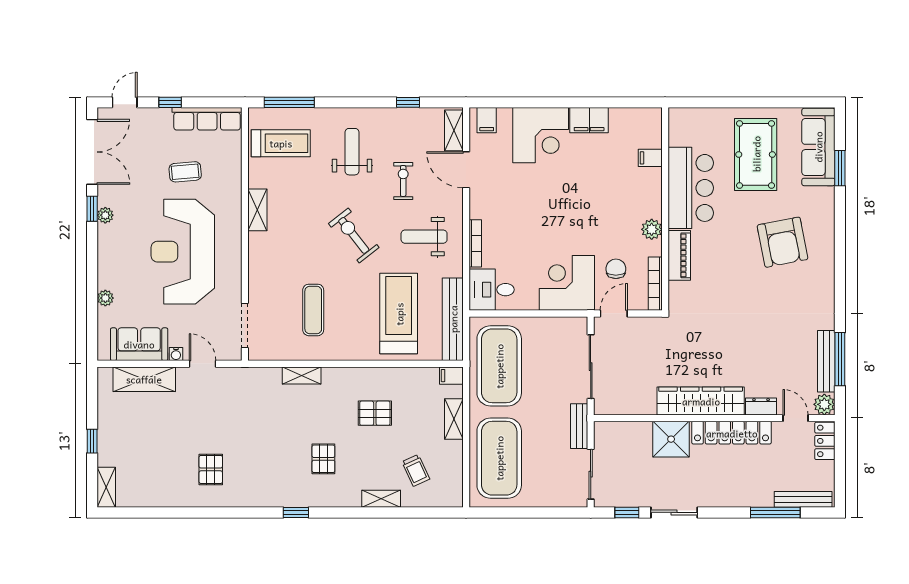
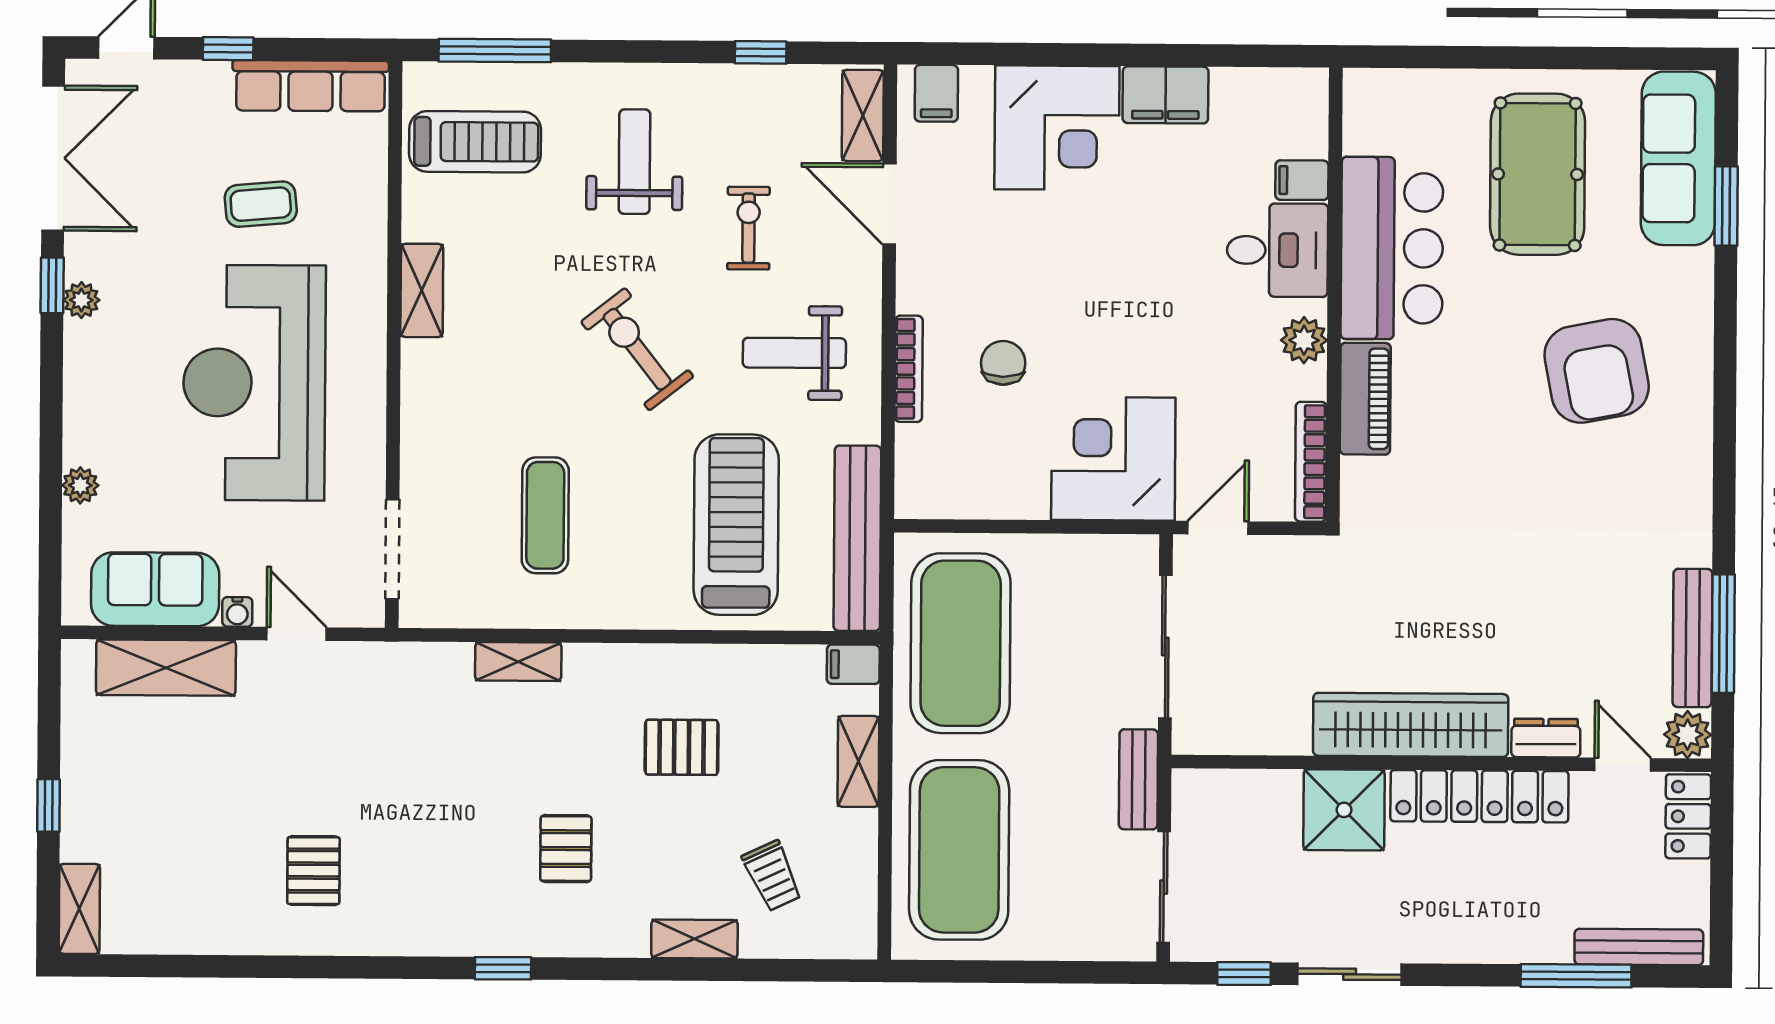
chair: (616, 269) -> (1003, 363), moved
desk: (492, 290) -> (1277, 250), moved, turned 180

